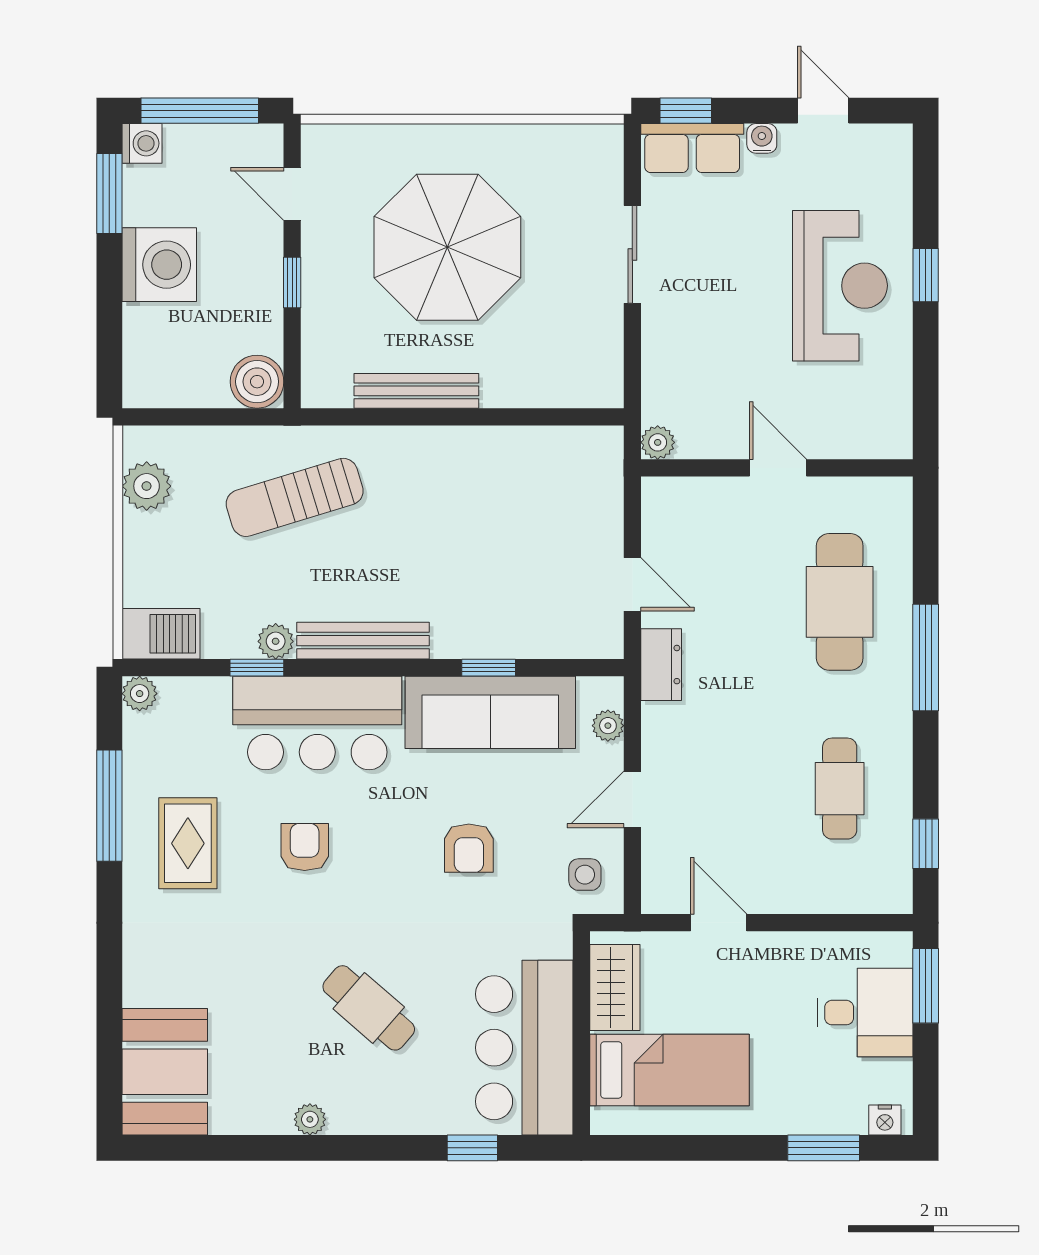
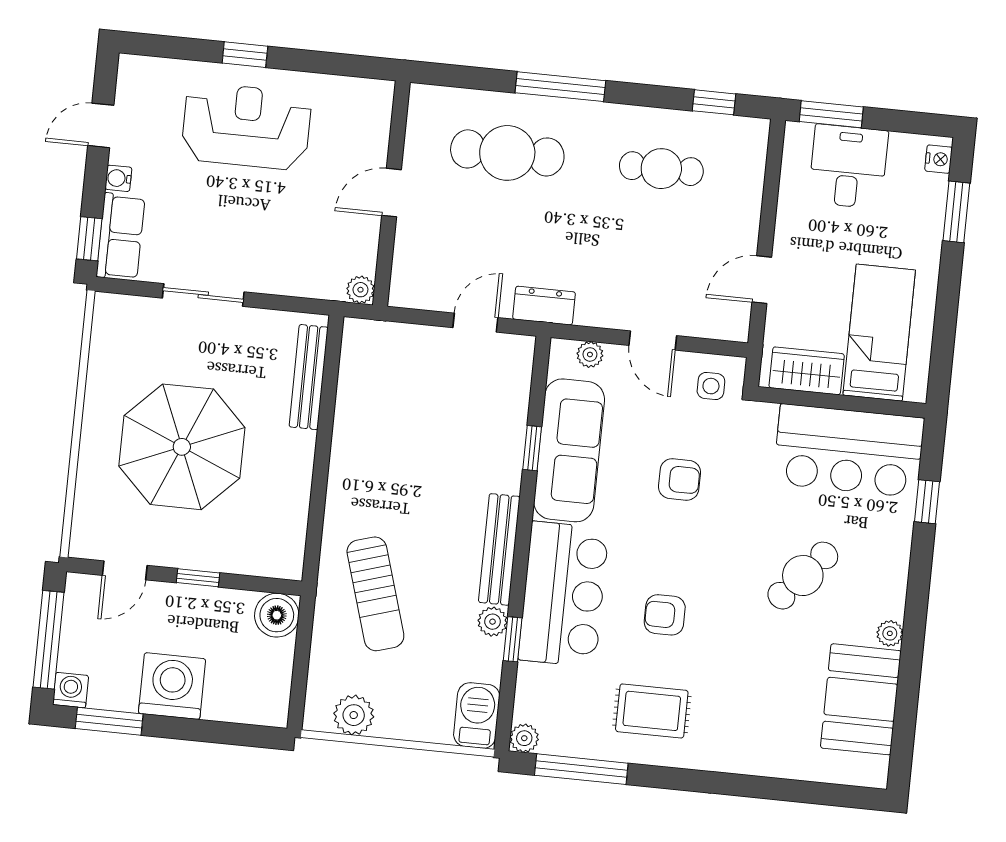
bench: (416, 391) -> (309, 377), moved
window: (109, 806) -> (581, 769), moved
booth: (165, 1072) -> (861, 699), moved, turned 90

